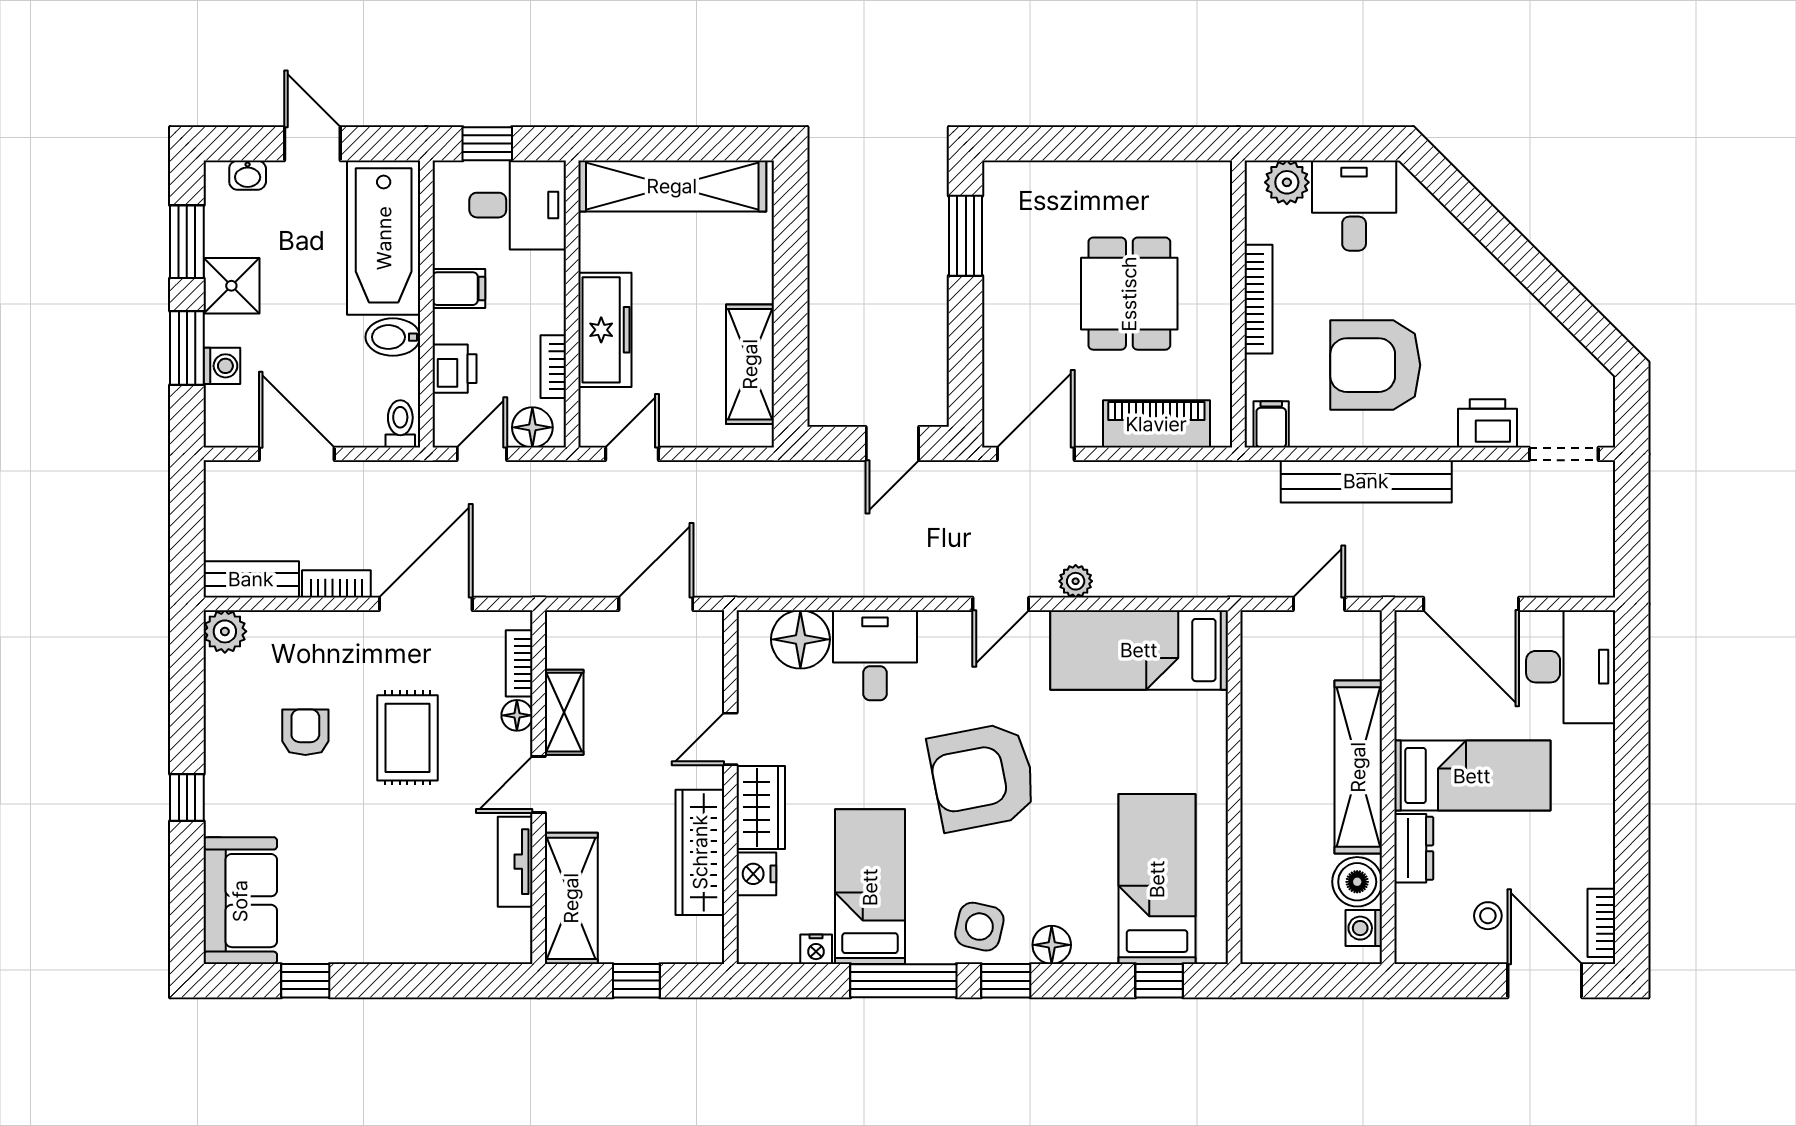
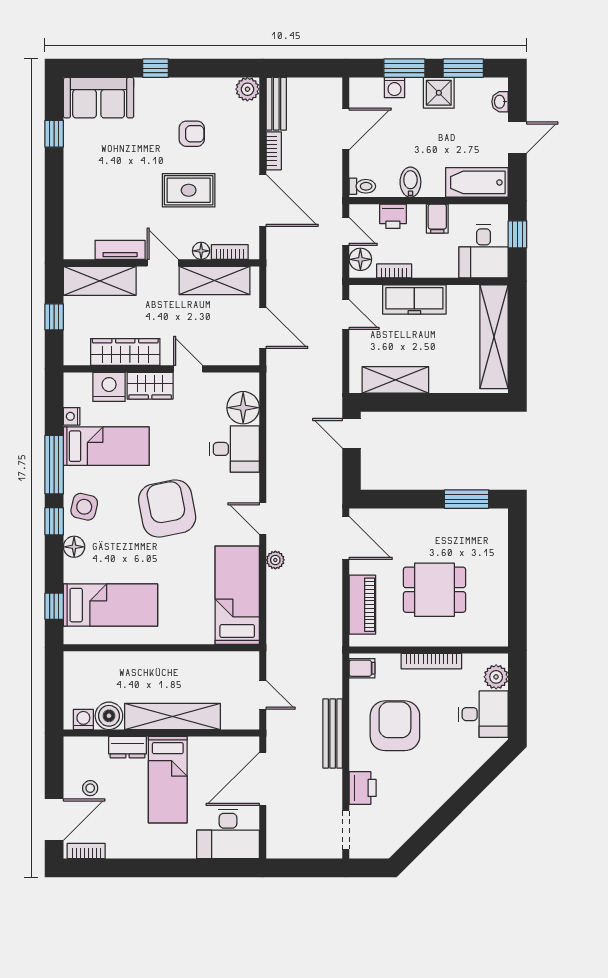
bathtub: (384, 238) -> (477, 182), width x0.73, depth x0.73
door: (892, 444) -> (352, 433), moved
bench: (1366, 481) -> (333, 734), width x0.73, depth x0.82
shelving: (564, 712) -> (215, 280), width x1.50, depth x1.33
nightstand: (756, 874) -> (109, 387), width x1.36, depth x1.33

